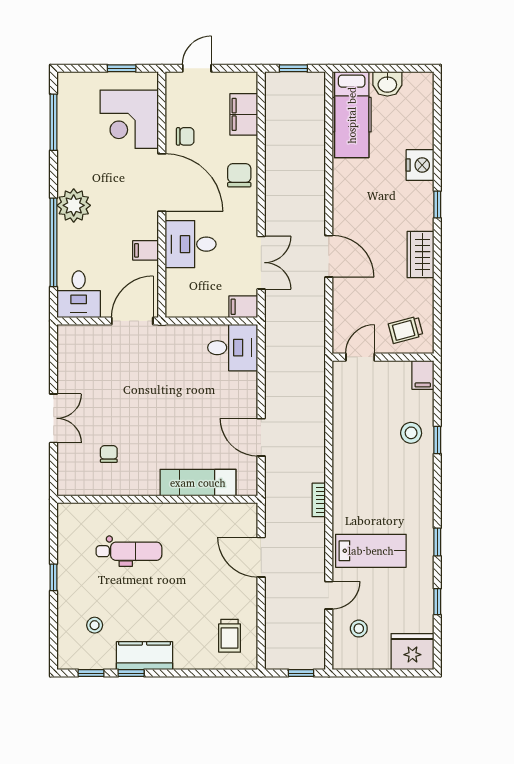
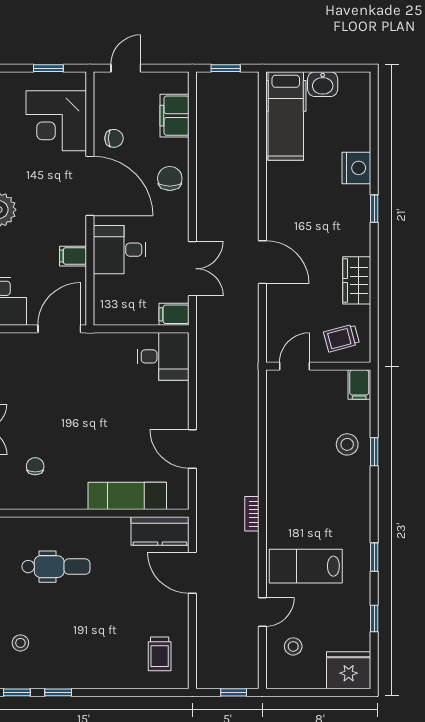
wardrobe: (420, 254) -> (357, 280), moved
lab bench: (371, 551) -> (306, 566), turned 180
kitchen counter: (144, 656) -> (160, 531), moved, turned 180

